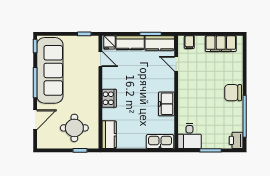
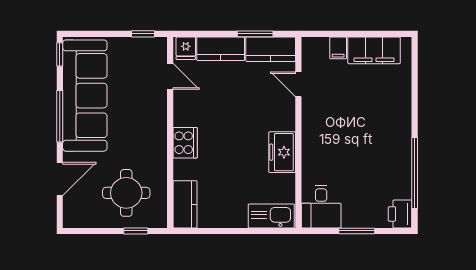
filing cabinet: (189, 42) -> (338, 48), moved
chair: (233, 93) -> (395, 133), removed

